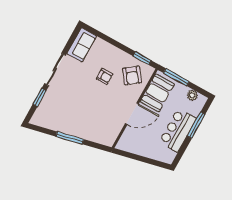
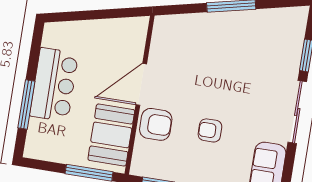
armchair: (132, 76) -> (156, 124), moved, turned 127
plant: (192, 95) -> (51, 152), removed

